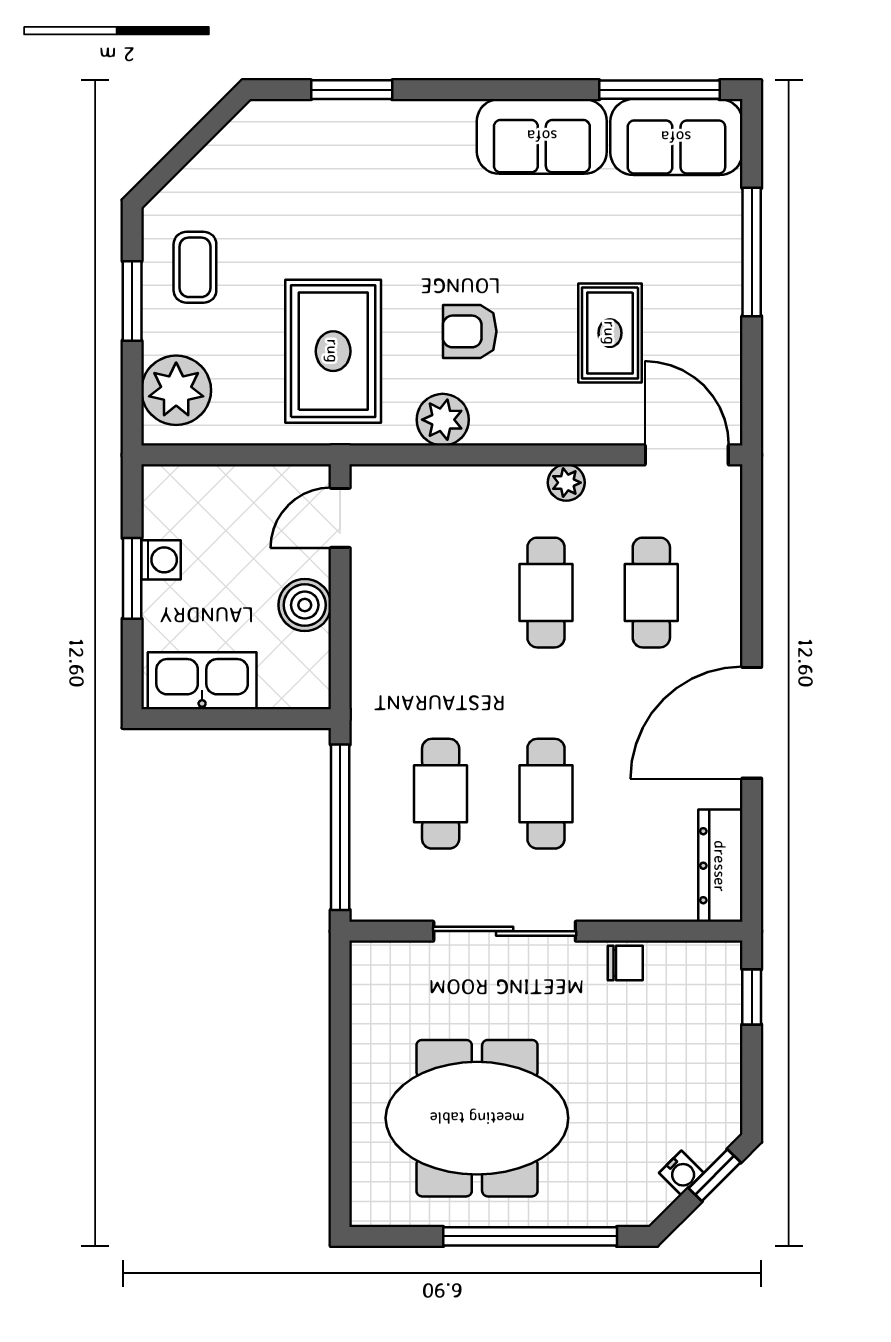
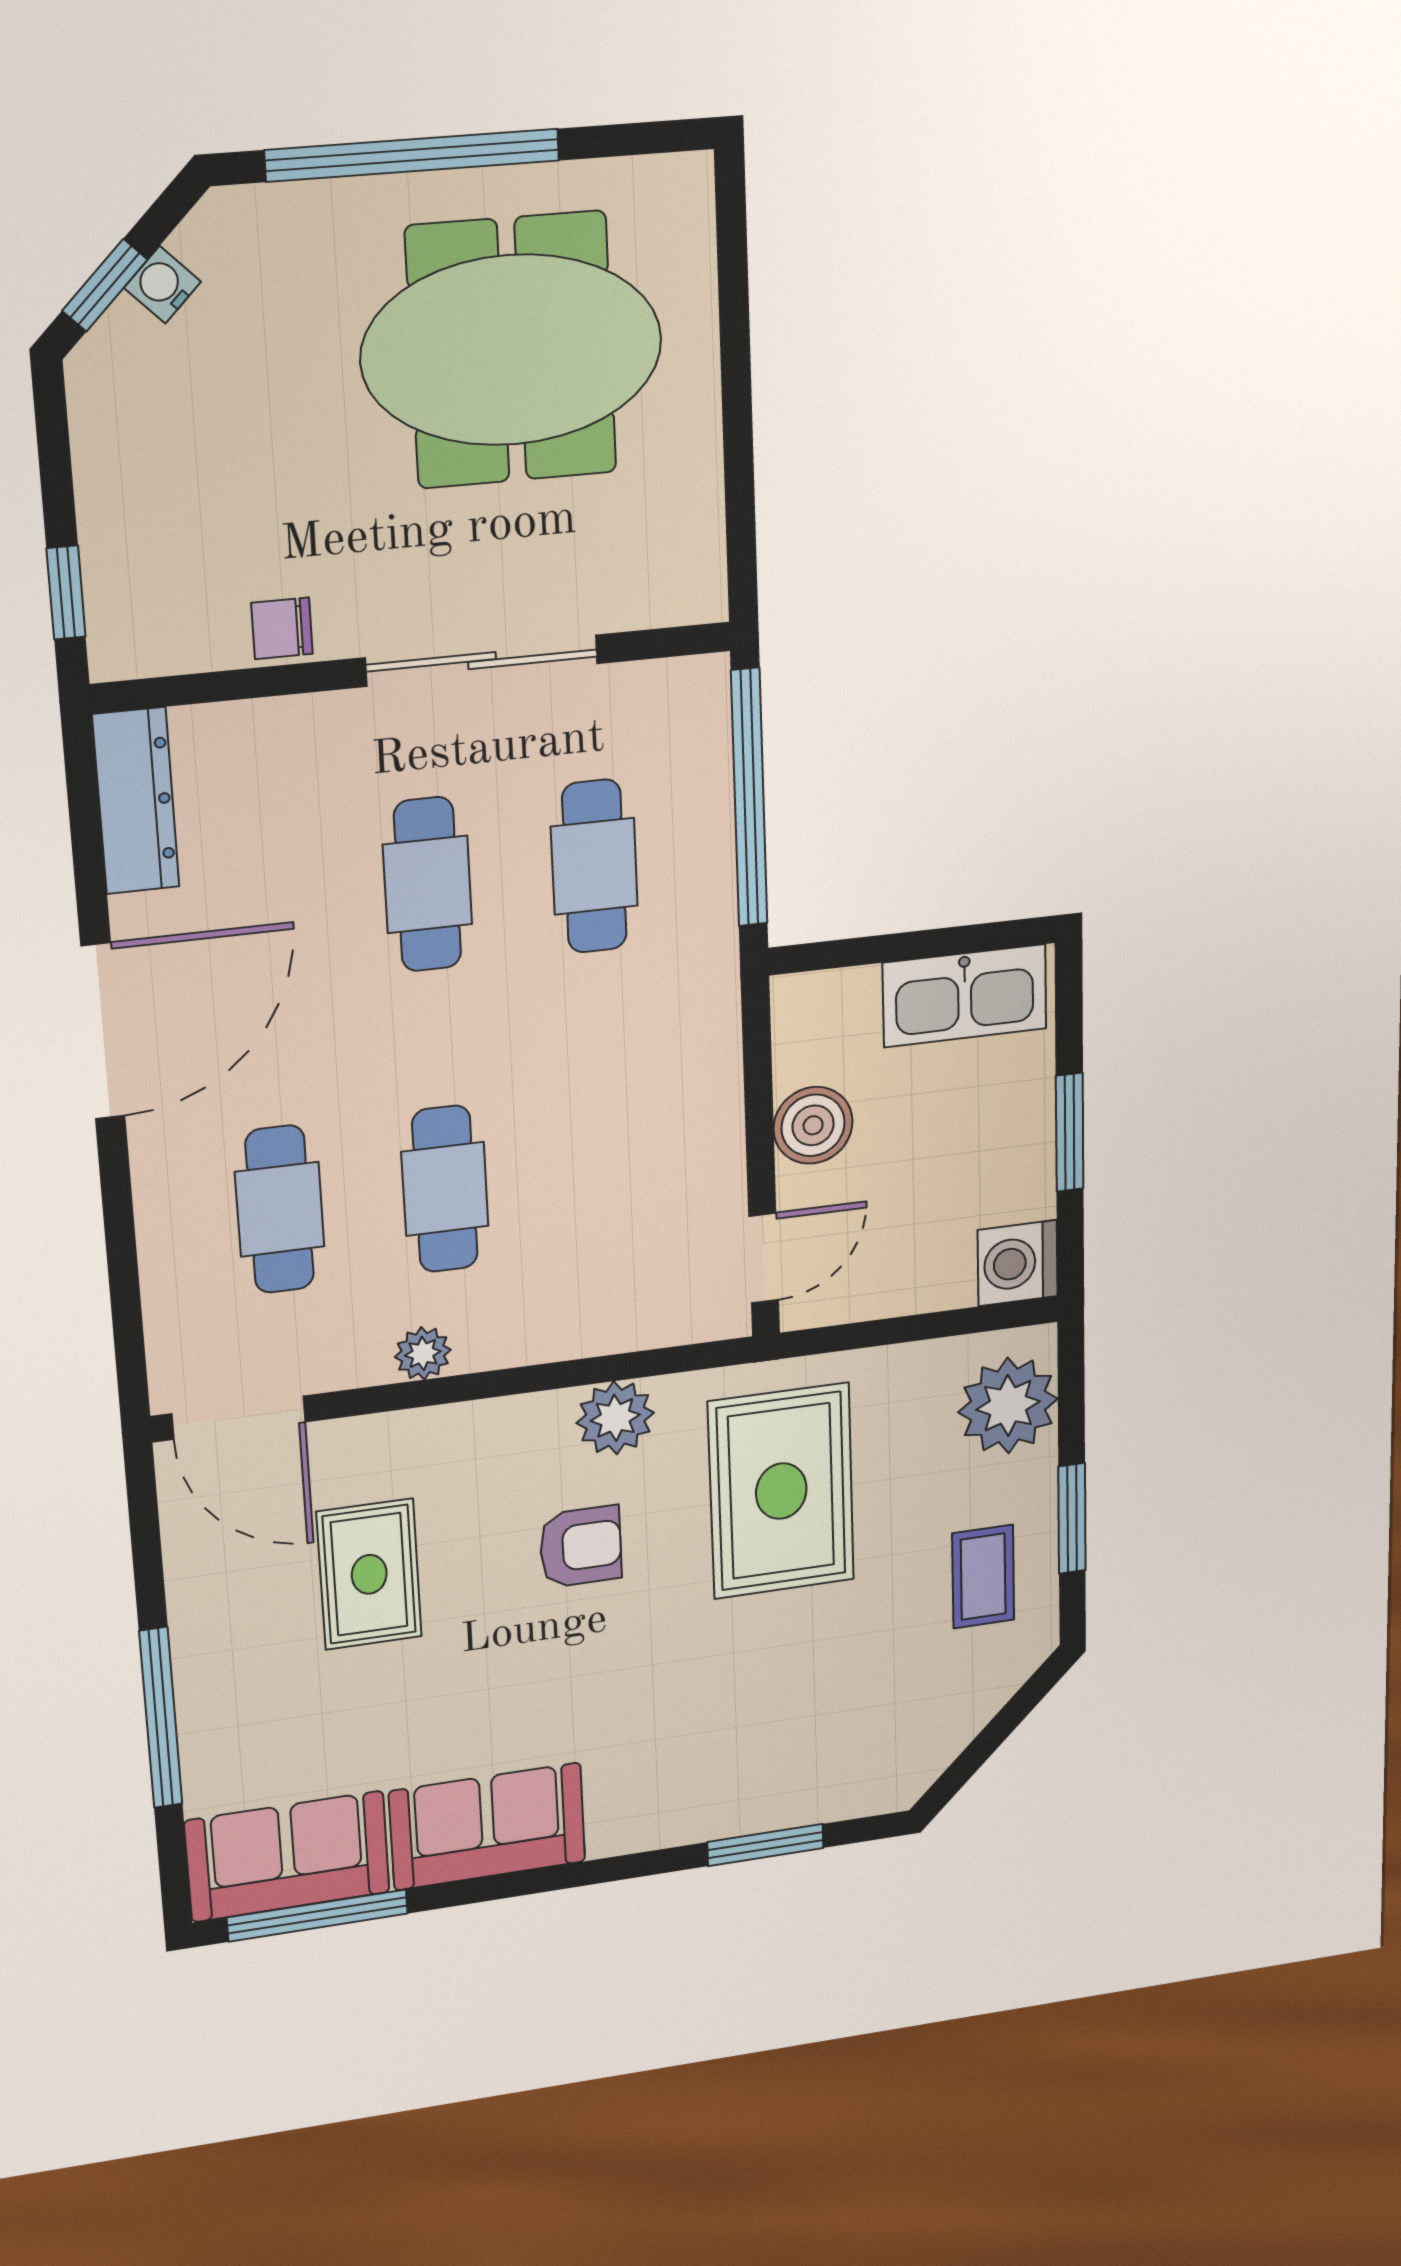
washing machine: (161, 560) -> (1018, 1263), moved, width x1.38, depth x1.38

